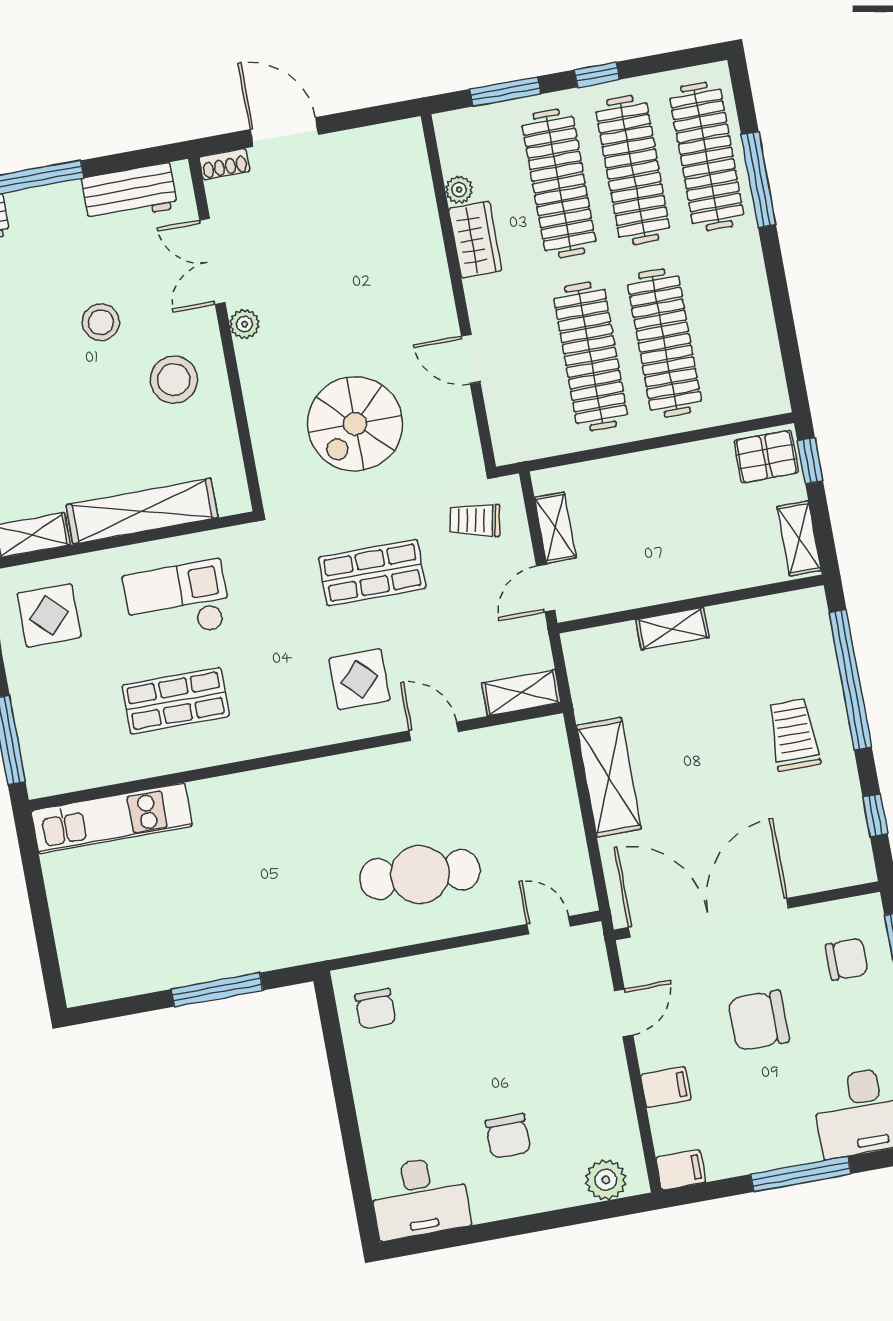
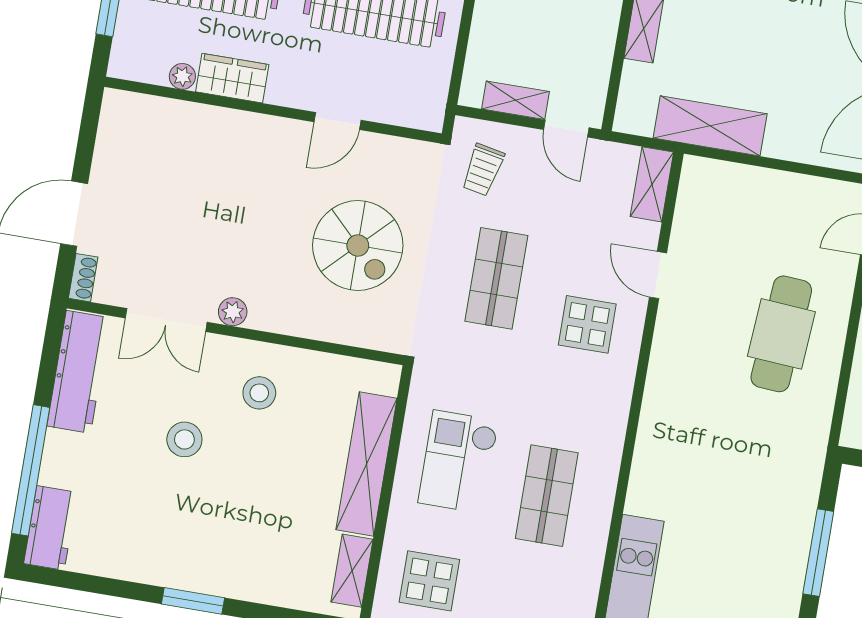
workbench: (130, 193) -> (78, 372), width x1.38
stool: (174, 380) -> (259, 393), width x0.73, depth x0.73
door: (434, 731) -> (658, 275), hinge flipped
shelving: (609, 777) -> (710, 126), moved

